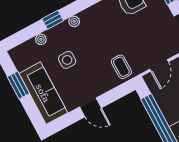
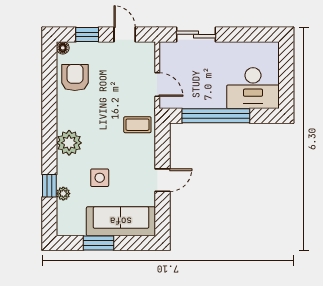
window: (53, 20) -> (49, 186), moved
plant: (74, 21) -> (69, 143), width x1.88, depth x1.88

